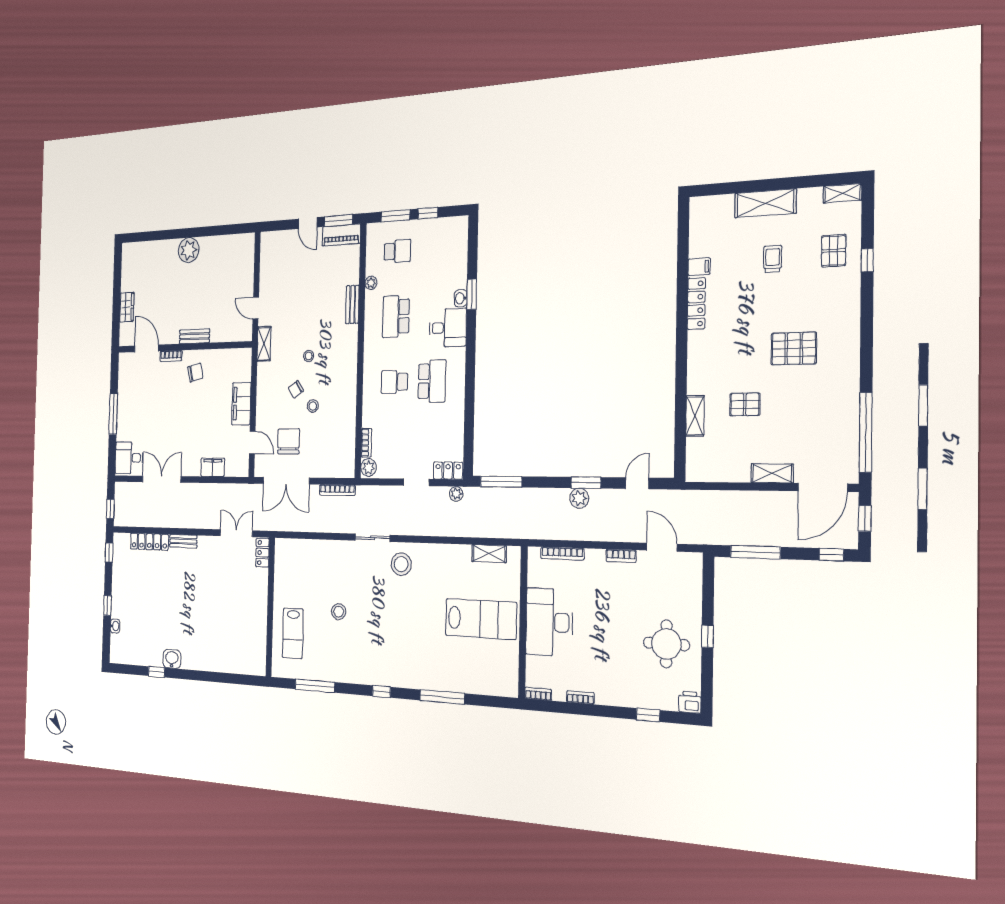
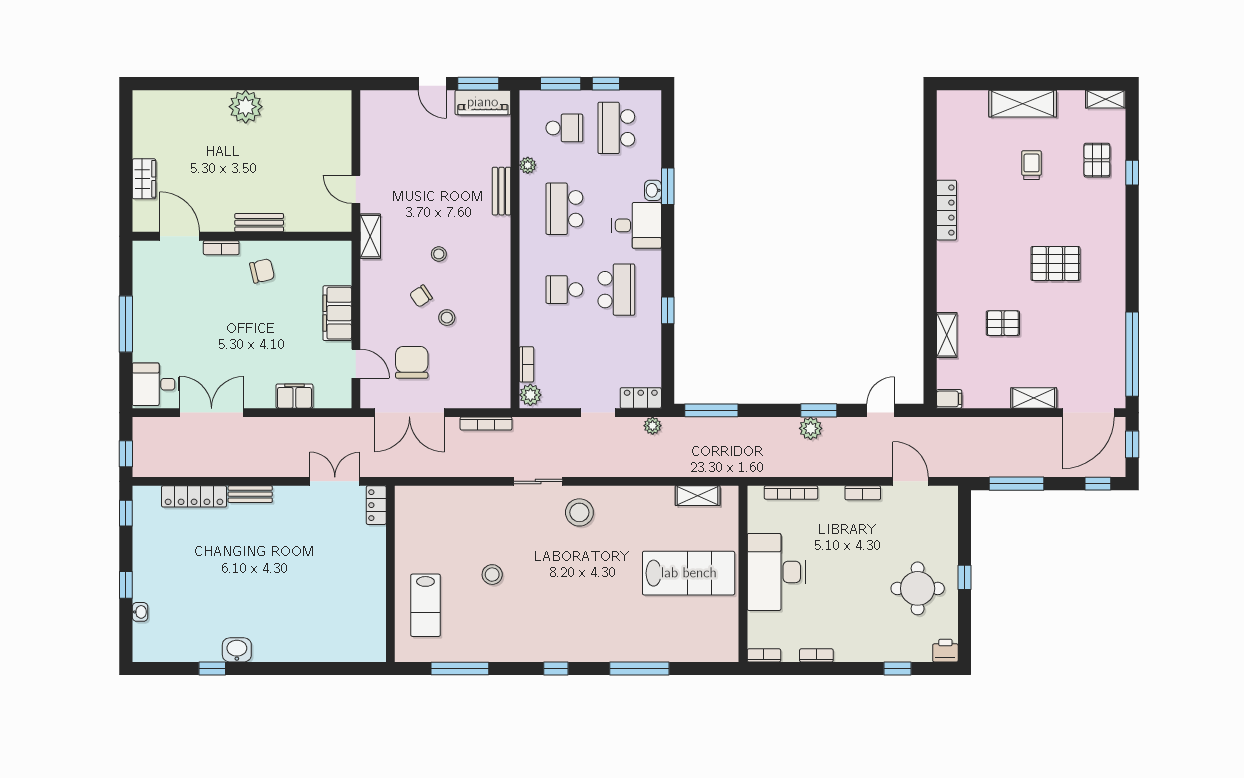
school desk: (435, 249) -> (616, 128), added
filing cabinet: (699, 267) -> (949, 399), moved
window: (470, 398) -> (668, 310), added

